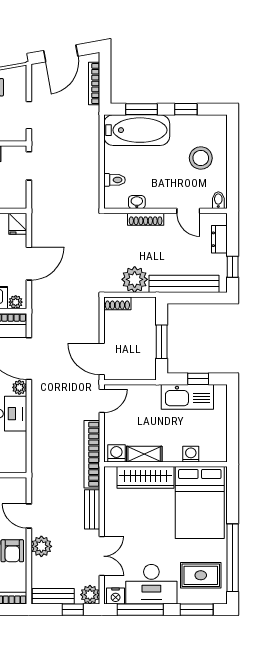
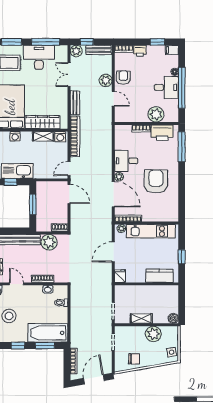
nightstand: (116, 596) -> (61, 50), removed

